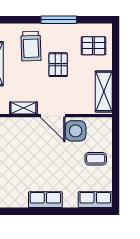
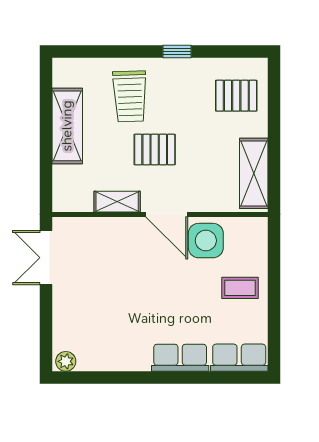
window: (59, 20) -> (177, 51), width x0.46
pallet: (58, 65) -> (155, 150), moved, turned 90
row of seats: (45, 200) -> (180, 358), moved

